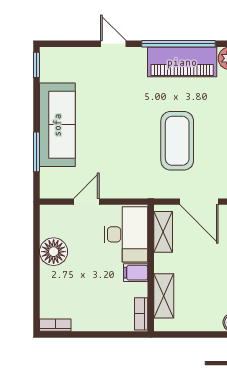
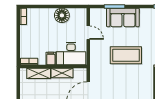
sofa: (57, 125) -> (123, 17), width x0.73
coffee table: (177, 141) -> (126, 55), moved
shelving: (163, 232) -> (62, 73), moved

